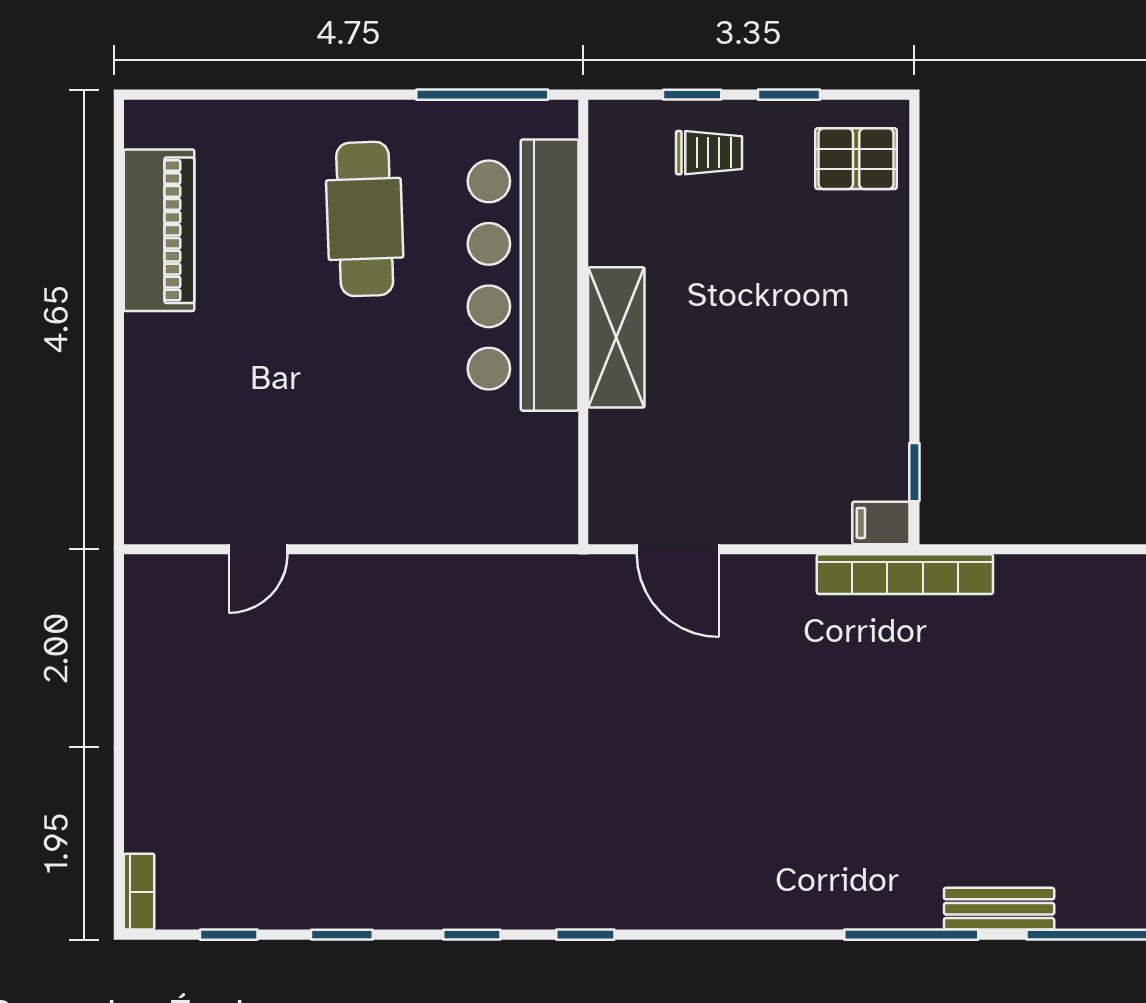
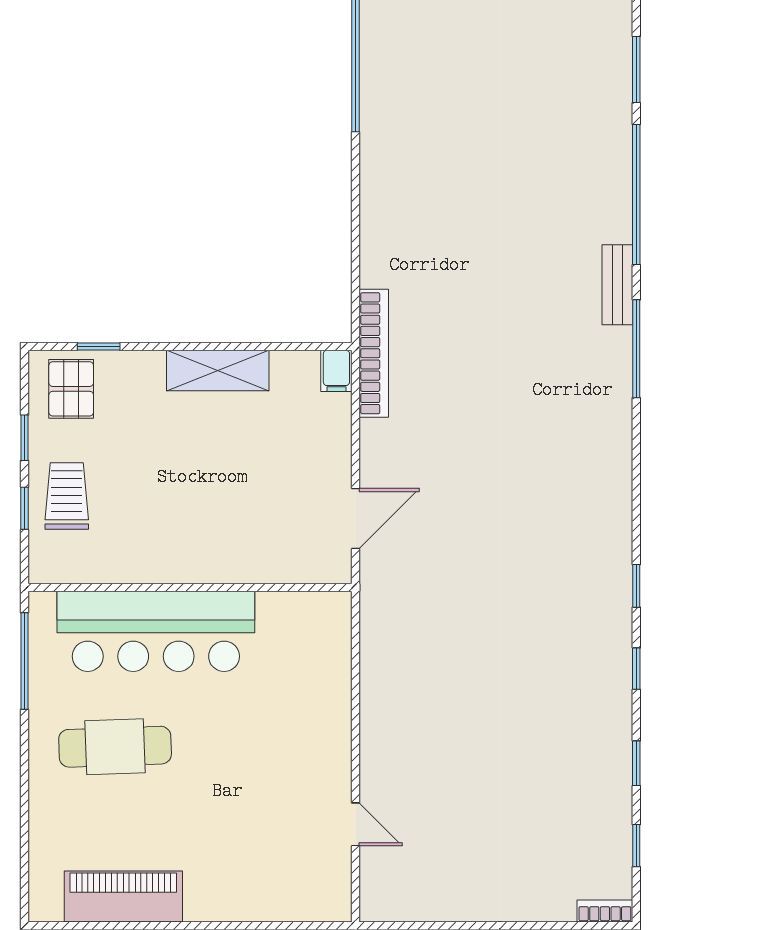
trolley: (709, 153) -> (67, 496), width x1.36, depth x1.39
shelving: (616, 337) -> (218, 370), moved
window: (914, 472) -> (99, 346), moved

